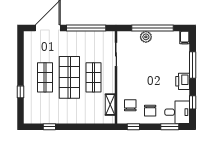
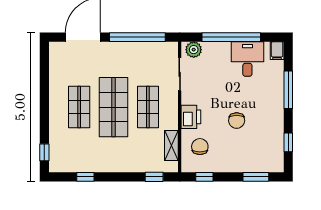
plant: (146, 37) -> (194, 50), moved
printer: (183, 81) -> (191, 117), moved, turned 180
window: (20, 92) -> (44, 152), moved
chair: (150, 111) -> (237, 121), moved
desk: (177, 112) -> (247, 59), moved, turned -90
window: (98, 127) -> (154, 177), added

